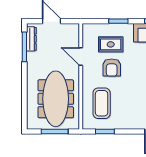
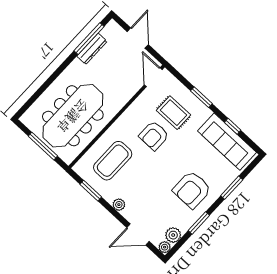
dresser: (31, 39) -> (92, 49), moved
door: (81, 56) -> (153, 77), moved
plant: (128, 125) -> (119, 205), added

